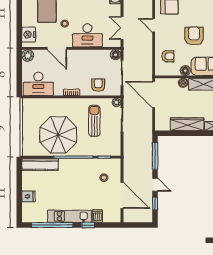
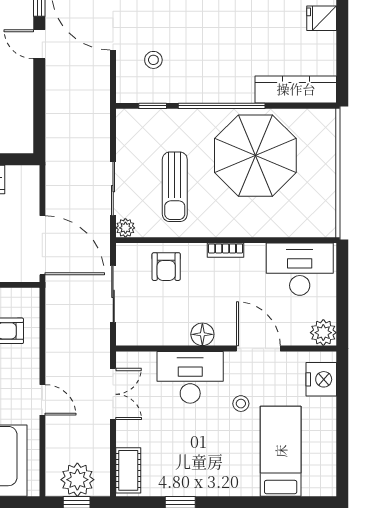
floor lamp: (116, 55) -> (202, 334), moved
window: (155, 156) -> (39, 109), removed

